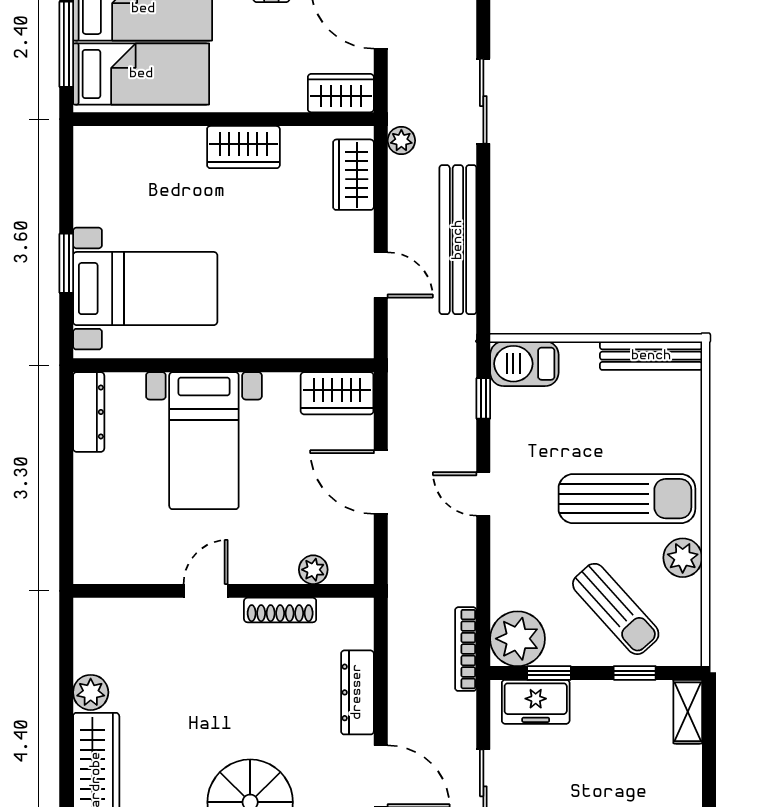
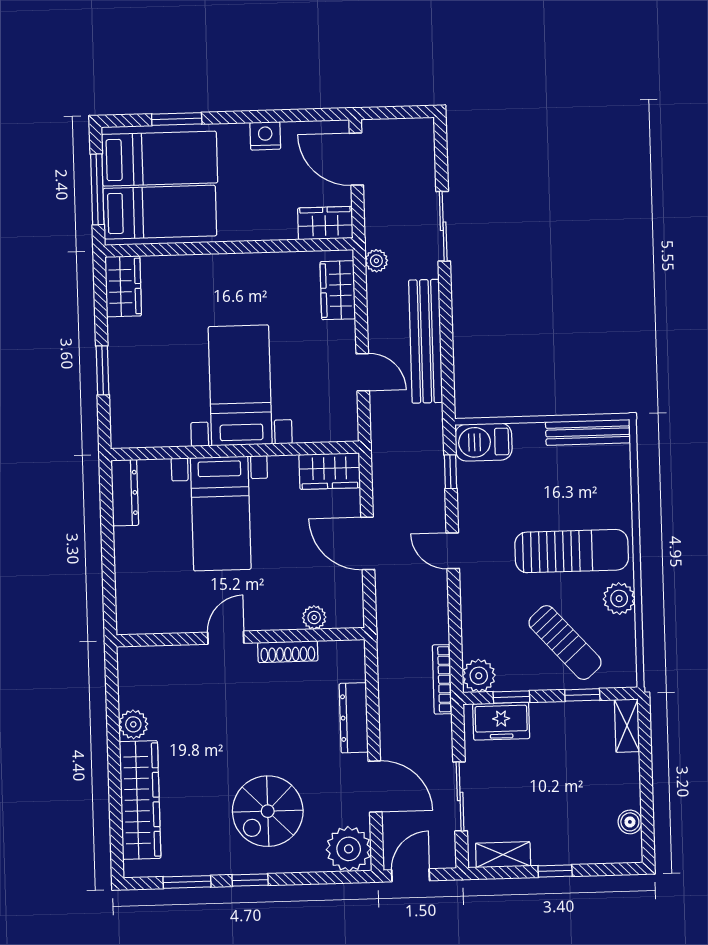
wardrobe: (243, 147) -> (123, 286), moved, turned -90
bed with nightstands: (145, 289) -> (240, 385), moved, turned -90
plant: (518, 639) -> (479, 676), width x0.73, depth x0.73

